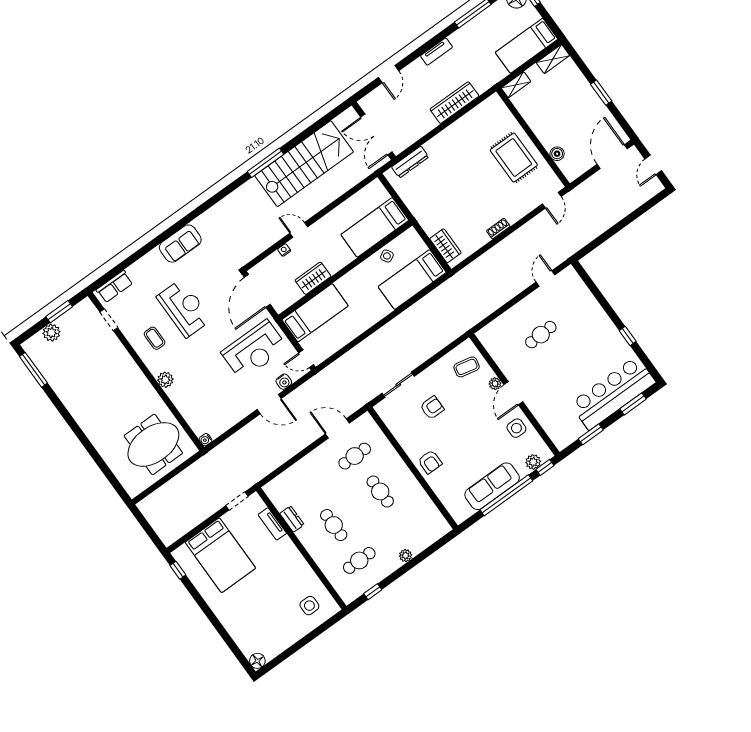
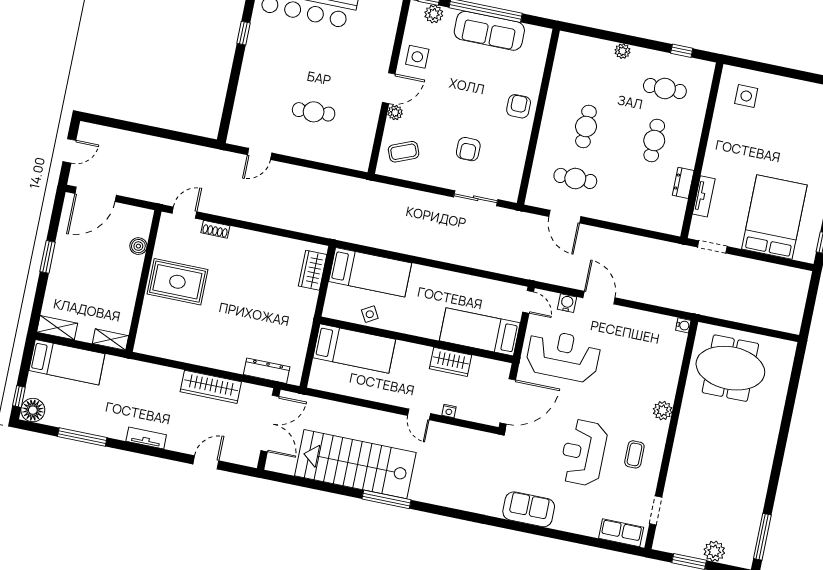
wardrobe: (454, 103) -> (211, 387), moved
rug: (514, 158) -> (177, 282), turned 90
shoe rack: (498, 229) -> (215, 229), moved
coffee table: (467, 367) -> (404, 152), turned -34
armchair: (432, 408) -> (468, 149), turned -90

